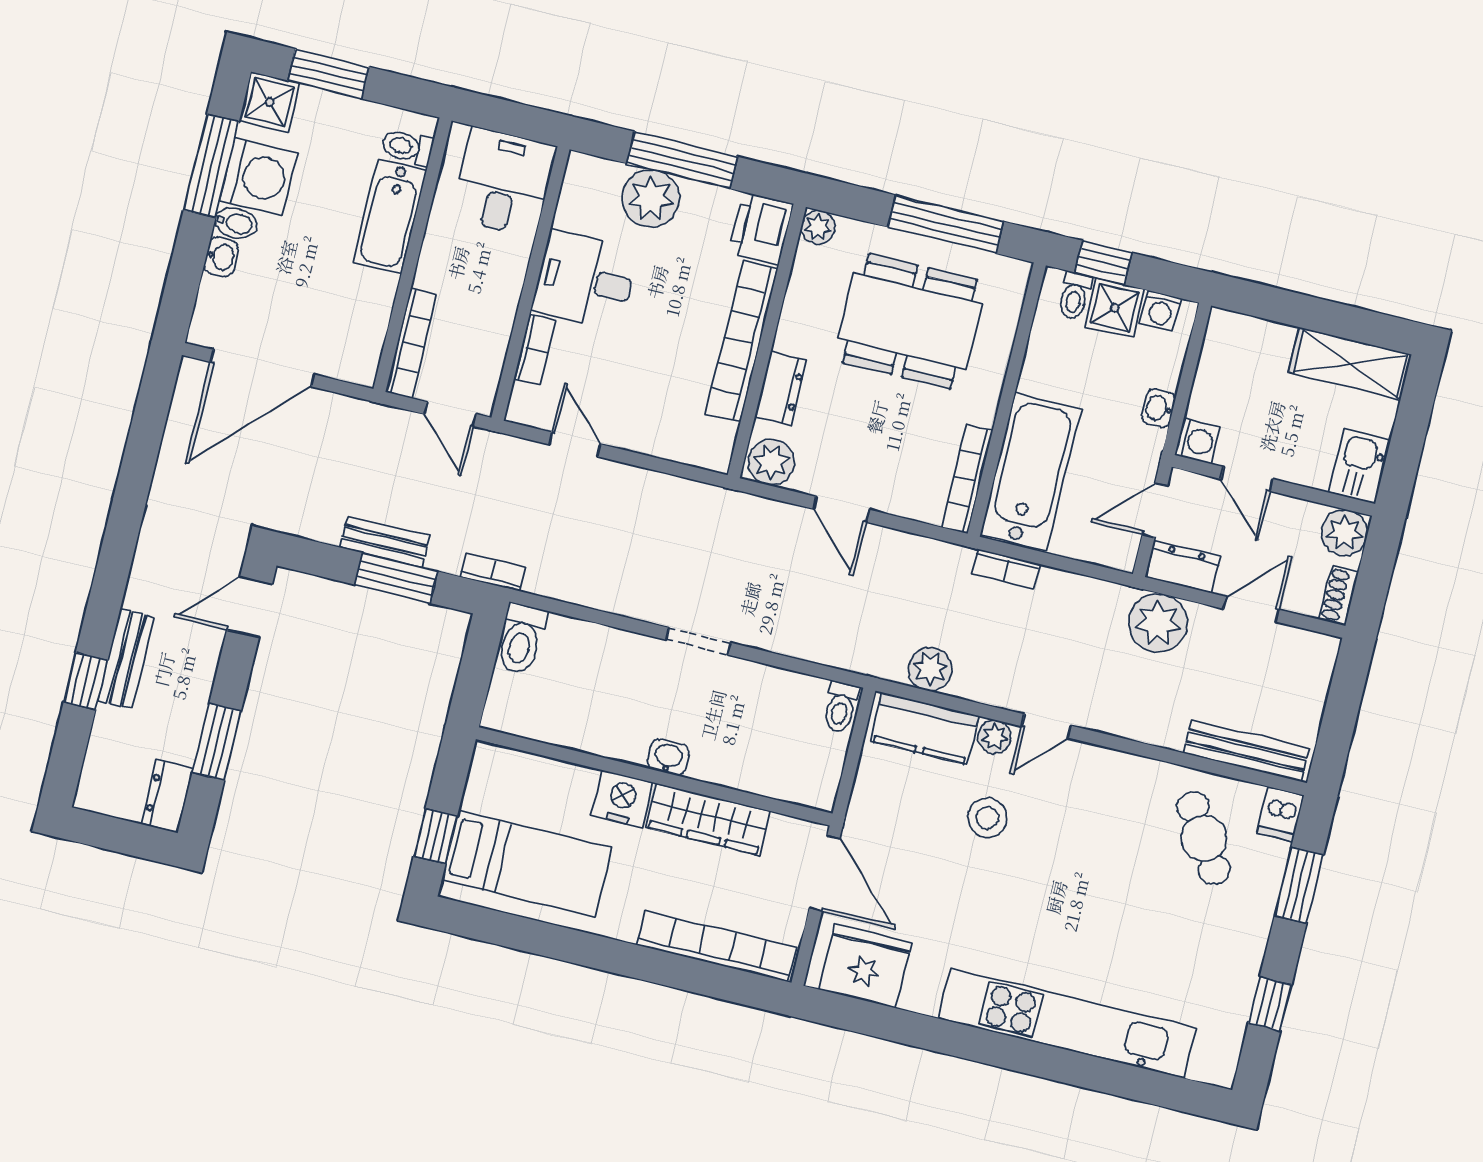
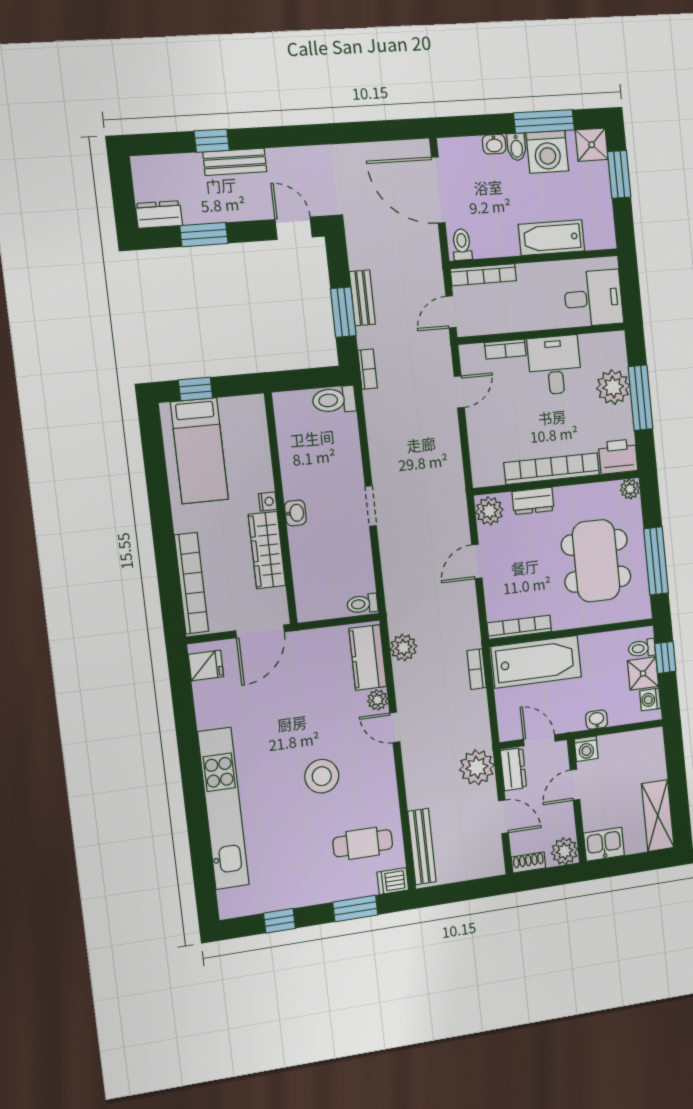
toilet: (407, 147) -> (462, 245), moved
nightstand: (622, 799) -> (268, 501), width x0.53, depth x0.56
stool: (987, 818) -> (322, 776), moved, width x1.38, depth x1.38
cafe table: (1204, 838) -> (363, 843), turned 32
fridge: (865, 966) -> (206, 666), width x0.53, depth x0.75

